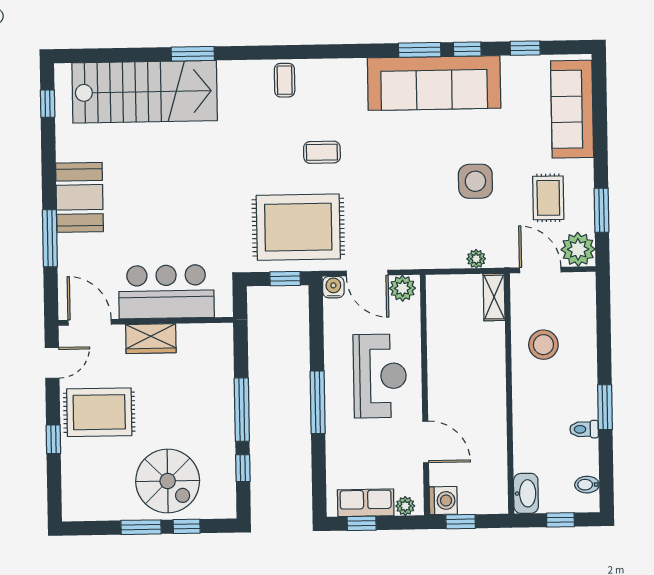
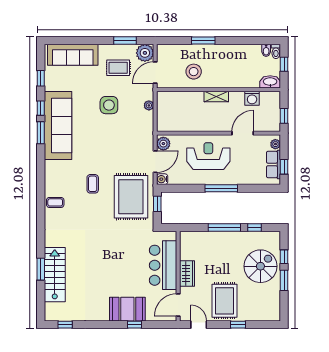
window: (193, 54) -> (41, 269), moved
stairs: (145, 92) -> (55, 275), width x0.73, depth x0.66
booth: (79, 197) -> (127, 309), moved
window: (50, 238) -> (134, 325), width x0.46
shelving: (494, 297) -> (216, 97), moved
window: (605, 407) -> (203, 40), moved
toilet: (584, 429) -> (276, 51), moved
washing machine: (443, 501) -> (252, 98), moved, turned 180

